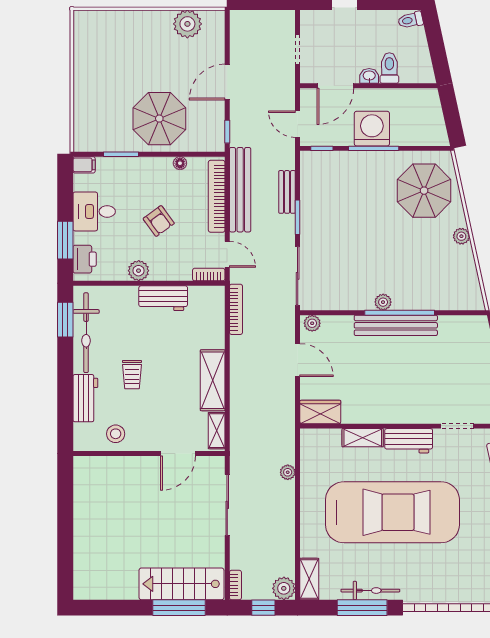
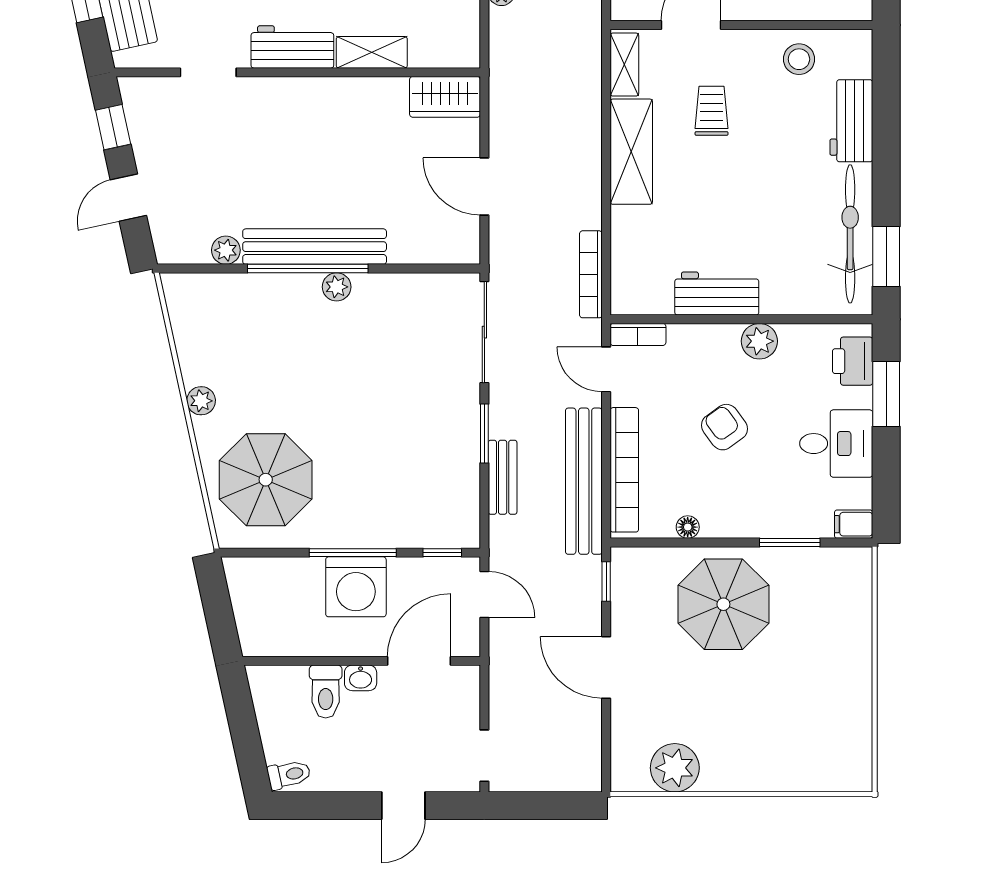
doorway: (298, 49) -> (484, 756), moved
door: (227, 82) -> (606, 667), swing flipped
plant: (312, 323) -> (226, 250), moved
trolley: (132, 375) -> (712, 111), moved

